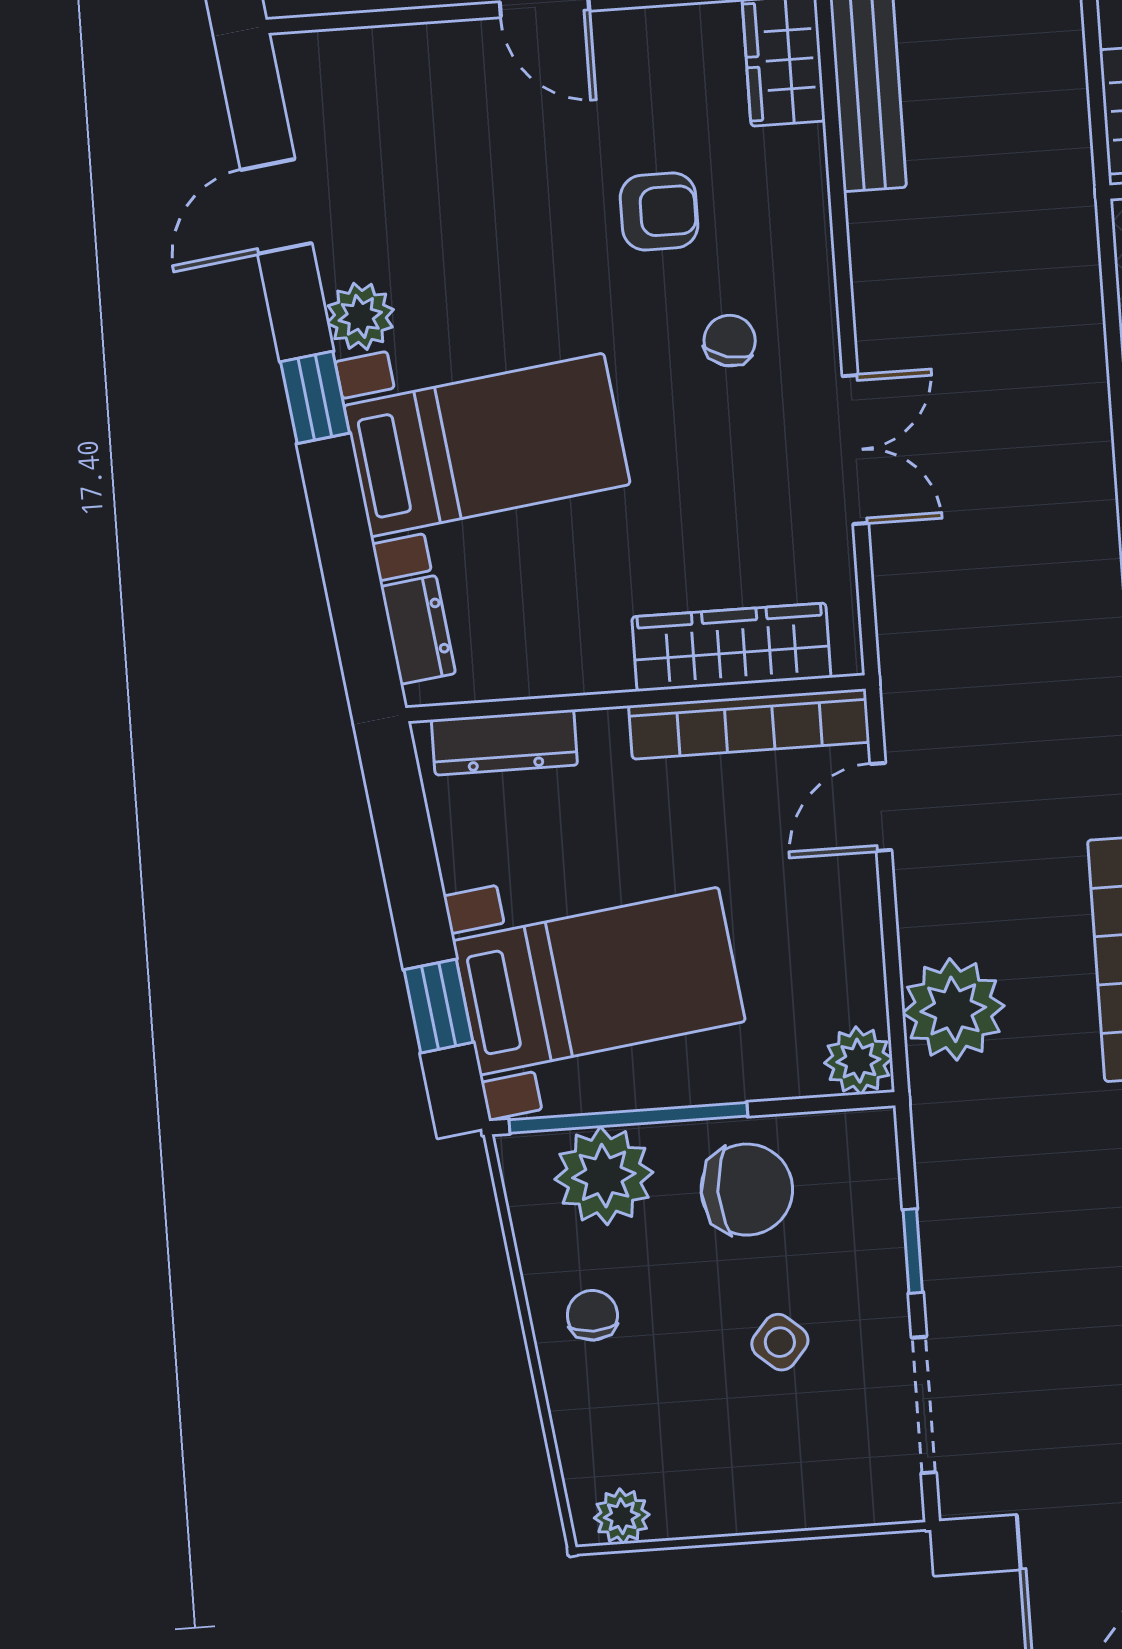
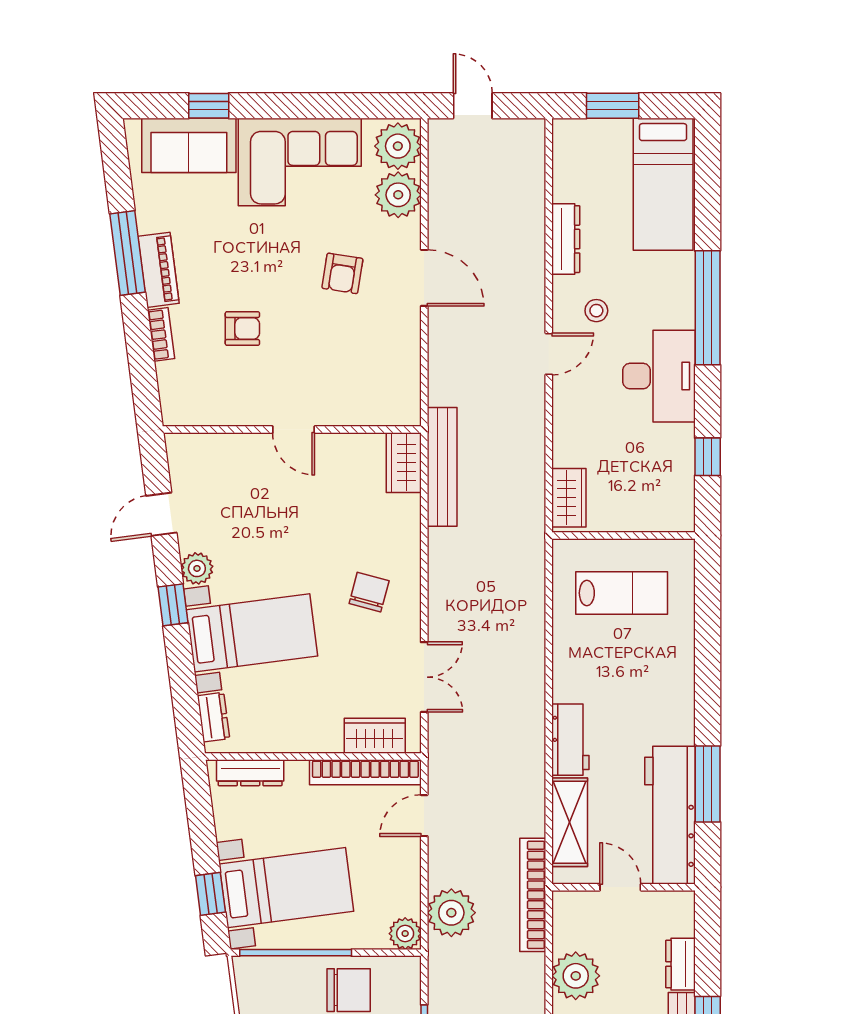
armchair: (659, 211) -> (340, 529), removed
chair: (730, 341) -> (369, 592), width x1.37, depth x1.37
double door: (855, 450) -> (424, 677), moved
wardrobe: (731, 647) -> (375, 736), width x0.67
plant: (604, 1176) -> (282, 979), removed

